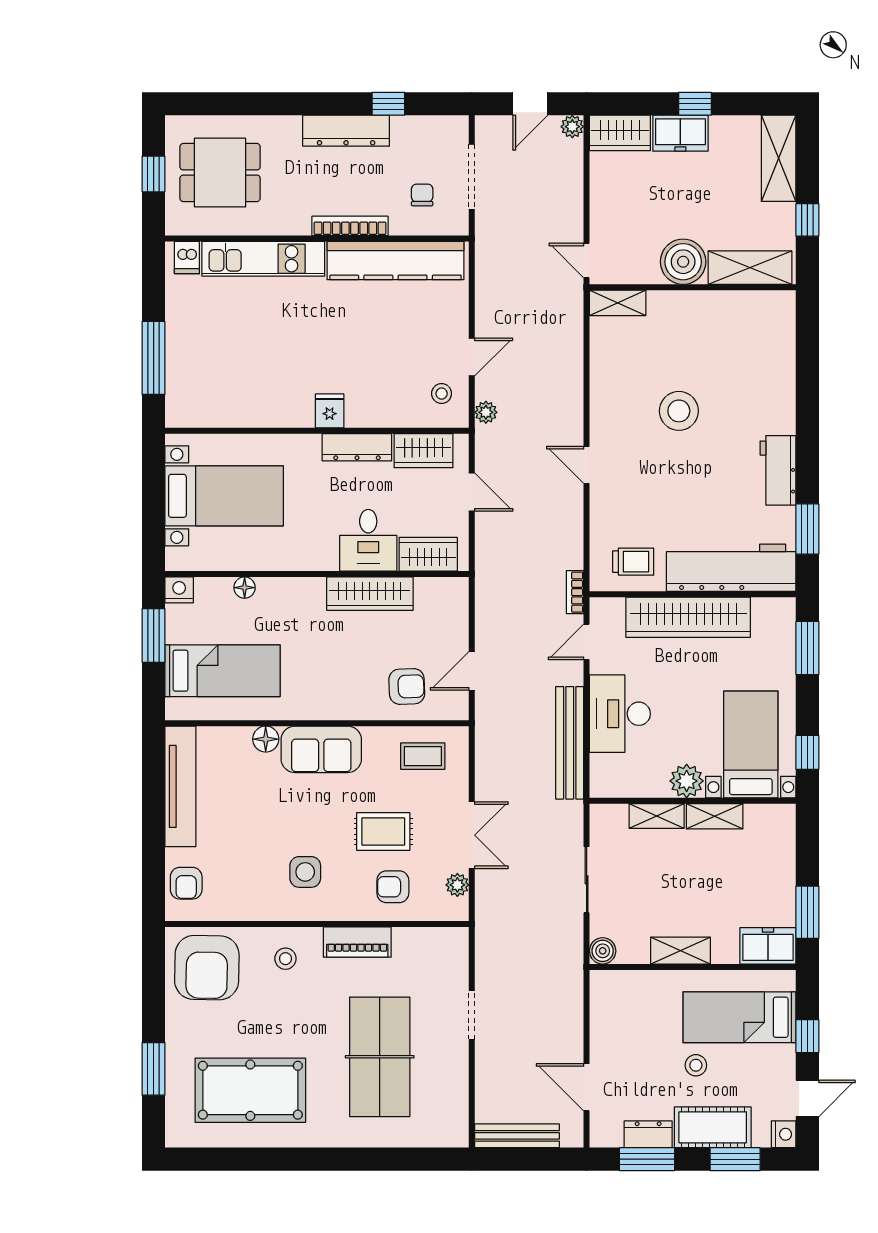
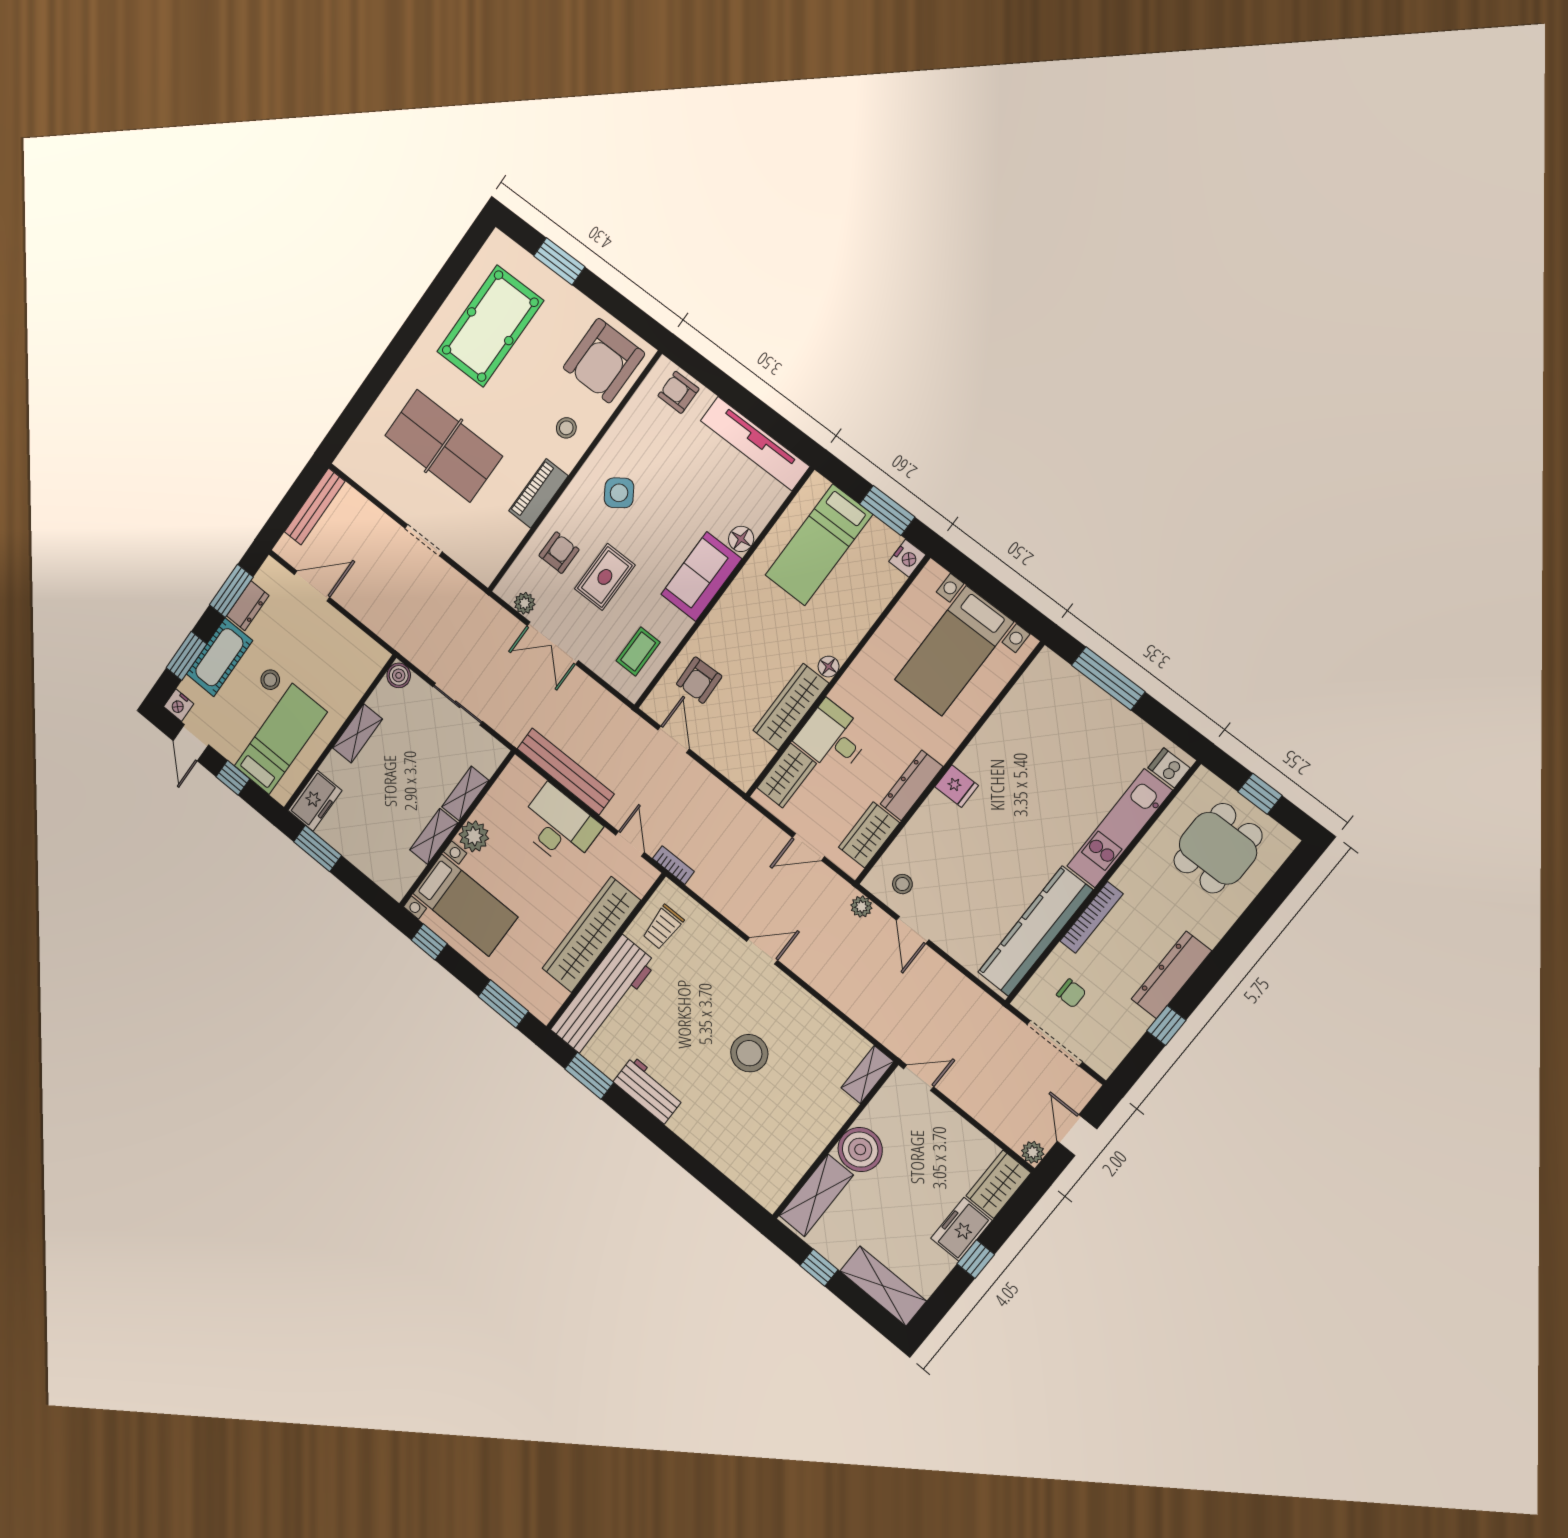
floor lamp: (245, 588) -> (829, 667), moved
side table: (305, 872) -> (619, 493), turned -34
armchair: (207, 968) -> (604, 361), turned -91

